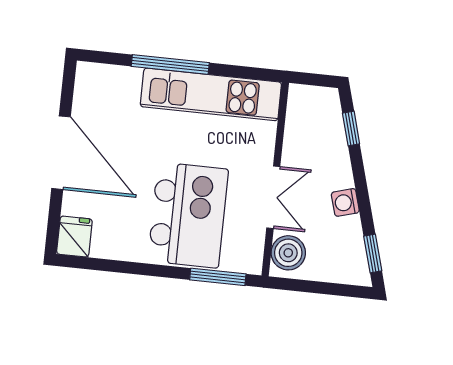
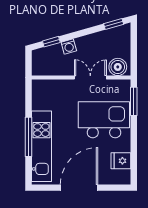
kitchen unit: (211, 94) -> (41, 146), moved
washing machine: (345, 202) -> (69, 46), moved
fridge: (74, 237) -> (121, 161), moved

